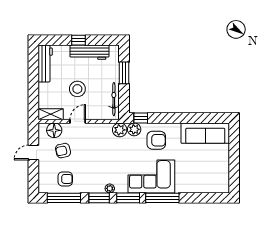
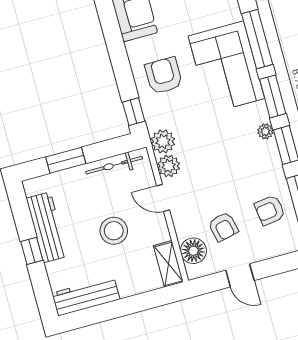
door: (78, 121) -> (163, 198), moved
plant: (134, 129) -> (169, 166), moved
armchair: (65, 179) -> (270, 210), turned -98

